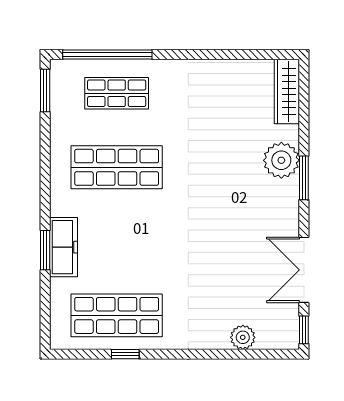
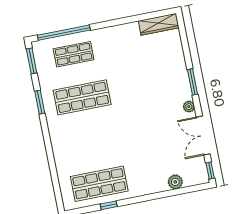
wardrobe: (287, 92) -> (159, 24), moved, turned -90
plant: (281, 160) -> (189, 107), moved, width x0.53, depth x0.53
freezer: (63, 247) -> (60, 150), removed
window: (45, 250) -> (40, 102), moved

